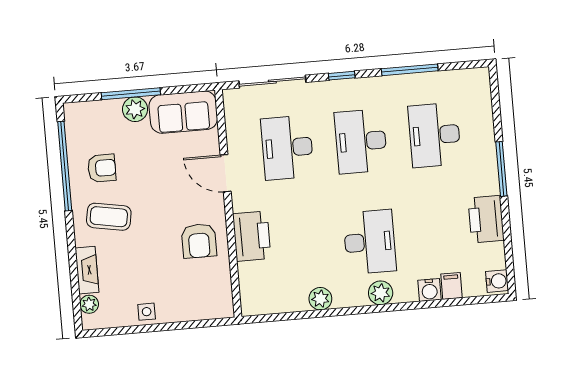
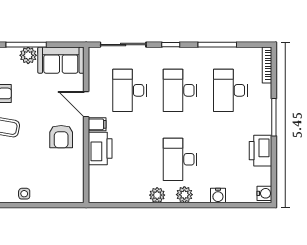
bookcase: (485, 93) -> (267, 65), added
armchair: (199, 241) -> (61, 137), moved
desk: (370, 242) -> (180, 159), turned 180
filing cabinet: (451, 286) -> (97, 124), moved, turned 90
plant: (320, 299) -> (157, 195), moved

